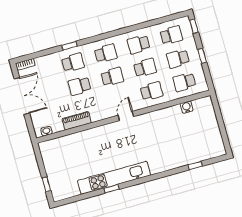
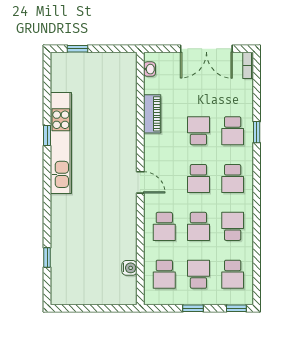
school desk: (184, 82) -> (164, 274), turned 180

